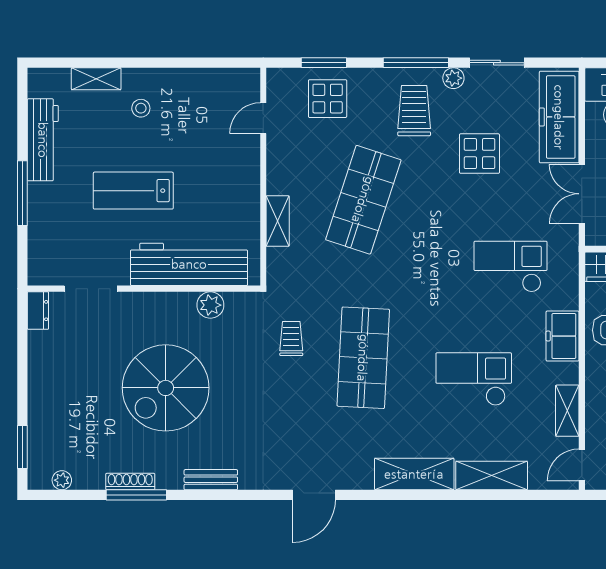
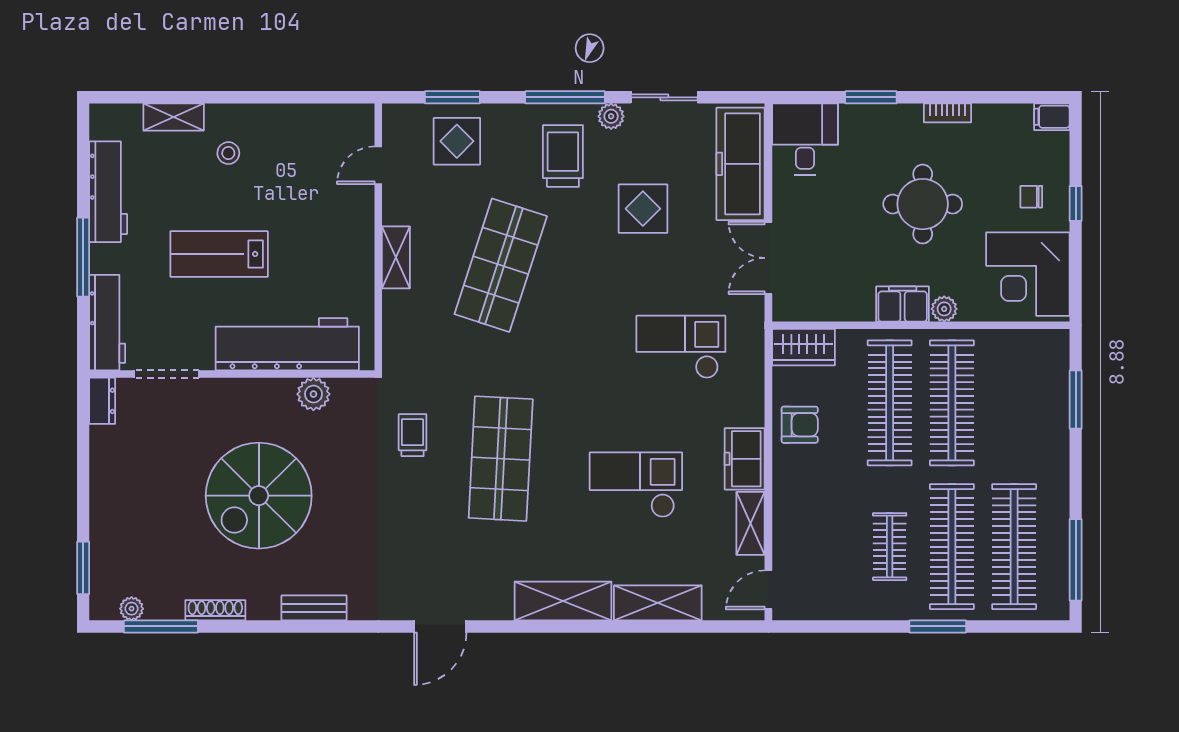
shelving: (278, 221) -> (396, 257), moved
workbench: (42, 247) -> (107, 323), added
freezer: (563, 336) -> (745, 459), moved
window: (136, 495) -> (161, 626), moved

